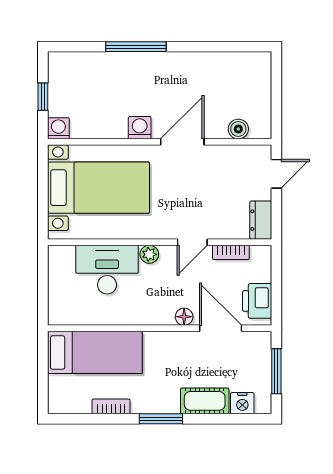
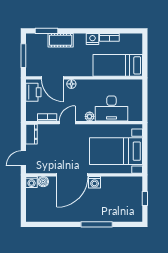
washing machine: (58, 128) -> (32, 182), moved
door: (182, 142) -> (72, 175), width x1.36
nightstand: (242, 403) -> (93, 39), moved
window: (161, 419) -> (46, 31), moved

